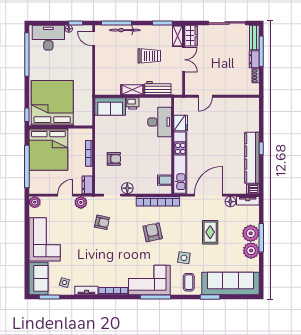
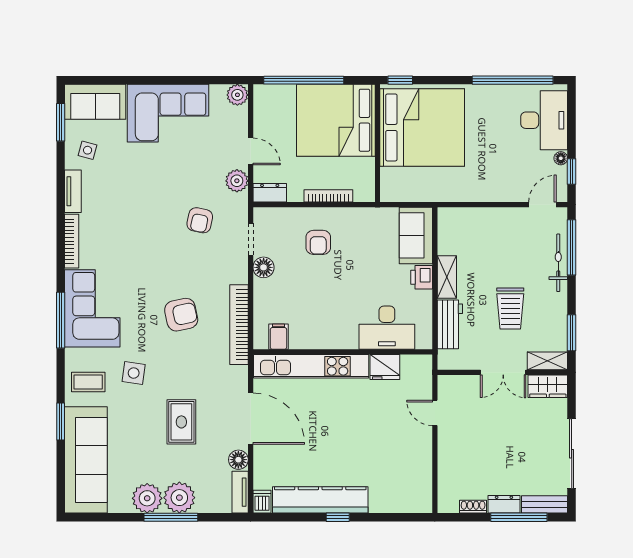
rug: (210, 232) -> (181, 422), turned 90

